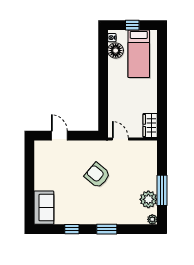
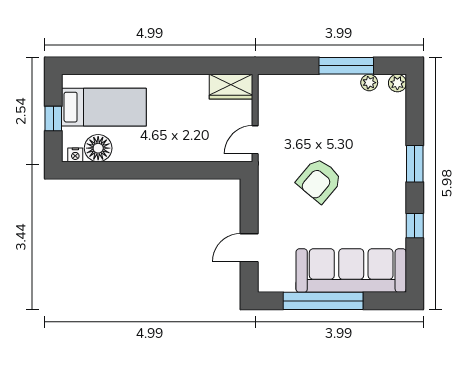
window: (29, 177) -> (323, 301), added
plant: (148, 199) -> (369, 83), width x0.53, depth x0.53
sofa: (44, 208) -> (351, 271), width x1.85, depth x1.27

